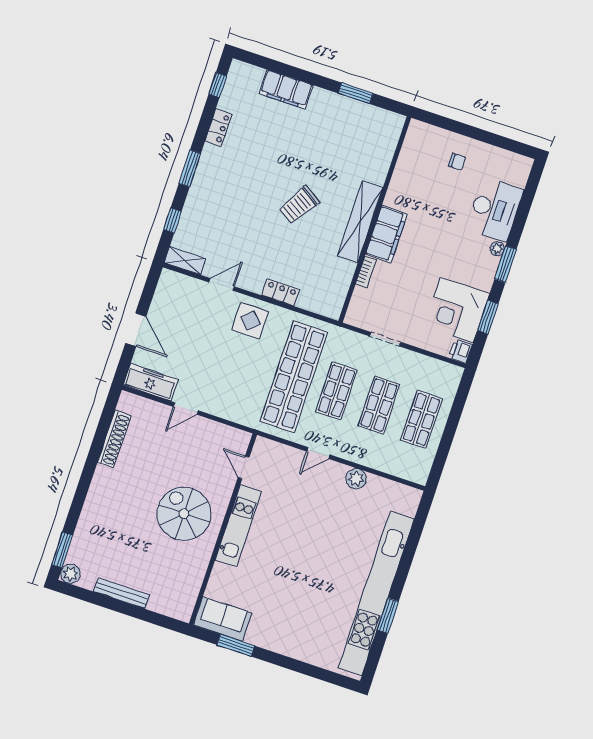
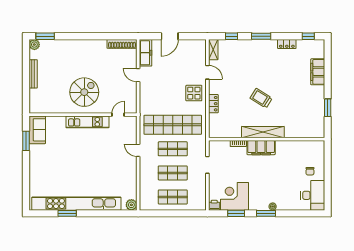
desk: (495, 209) -> (313, 195), moved, turned -90
shoe rack: (114, 439) -> (122, 44), moved
plant: (356, 479) -> (131, 205), moved

